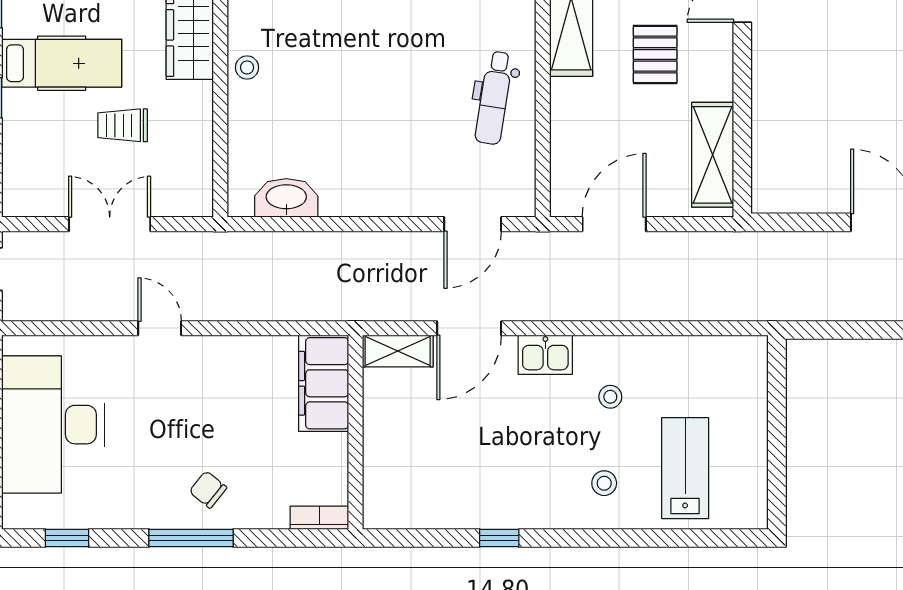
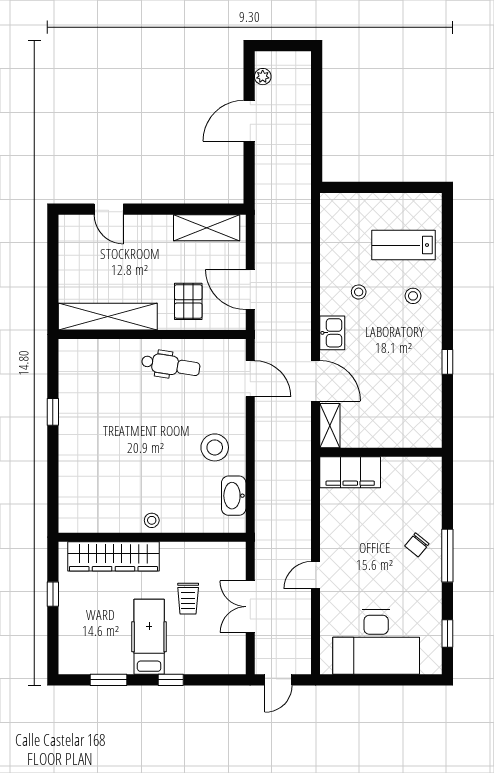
pallet: (655, 54) -> (188, 301), moved, turned 90
stool: (363, 168) -> (215, 447), added
bookcase: (319, 518) -> (435, 475), removed

